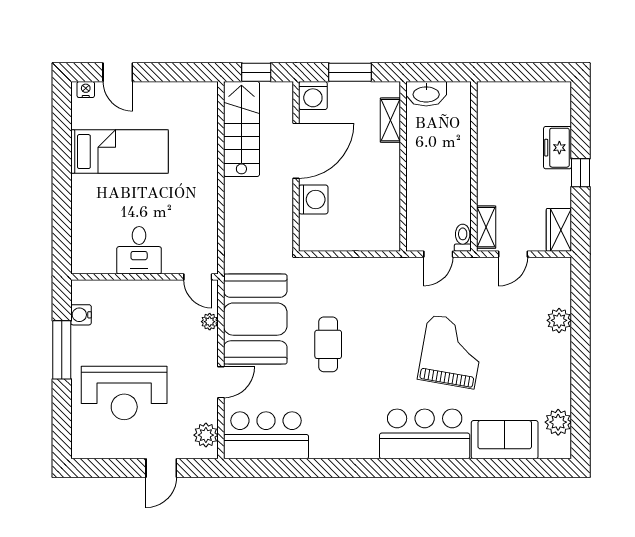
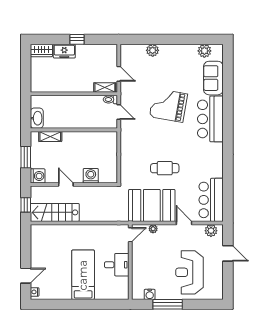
door: (296, 151) -> (66, 185), width x0.53
bed: (119, 152) -> (83, 275), moved
wardrobe: (559, 230) -> (41, 50), moved
reception desk: (124, 393) -> (190, 272), turned 180

